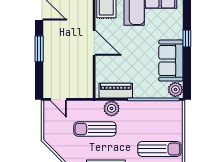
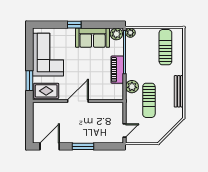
piano: (116, 91) -> (117, 70), moved
plant: (177, 106) -> (130, 33), added

